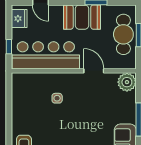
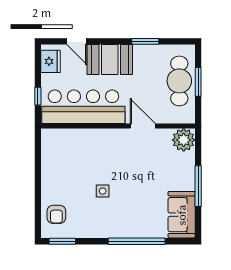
booth: (82, 17) -> (110, 60), moved
side table: (57, 98) -> (103, 191), moved

